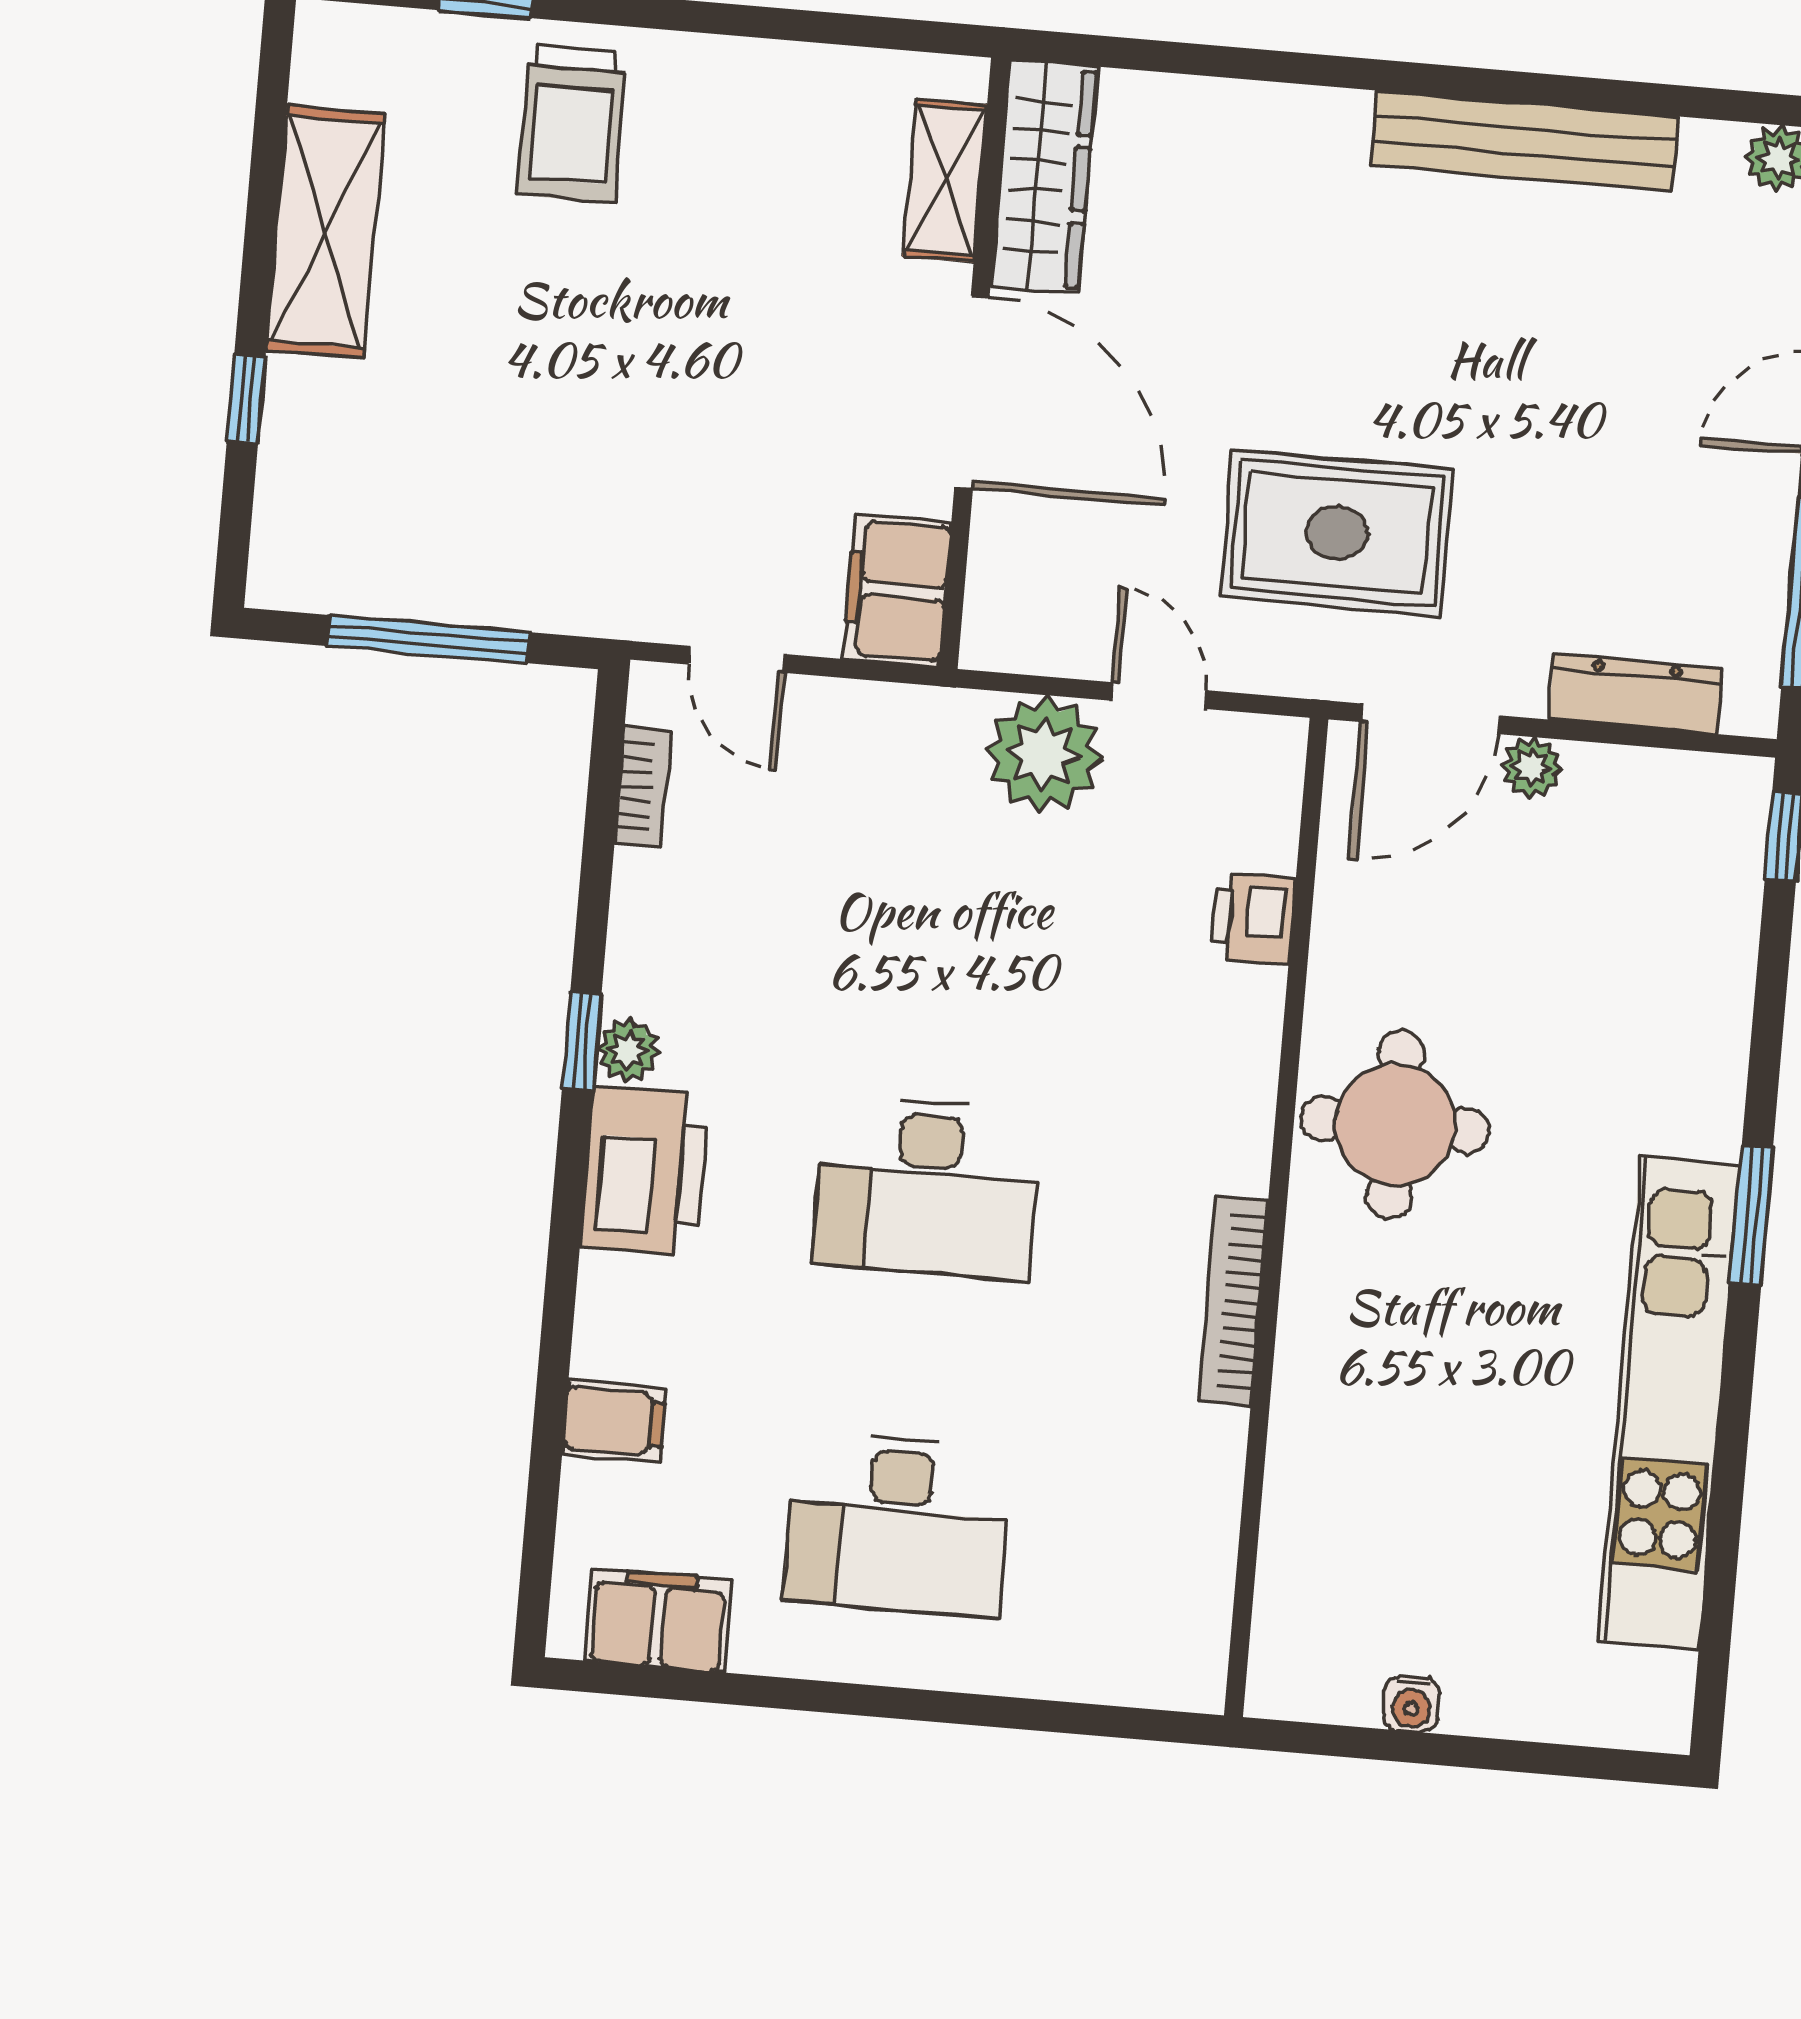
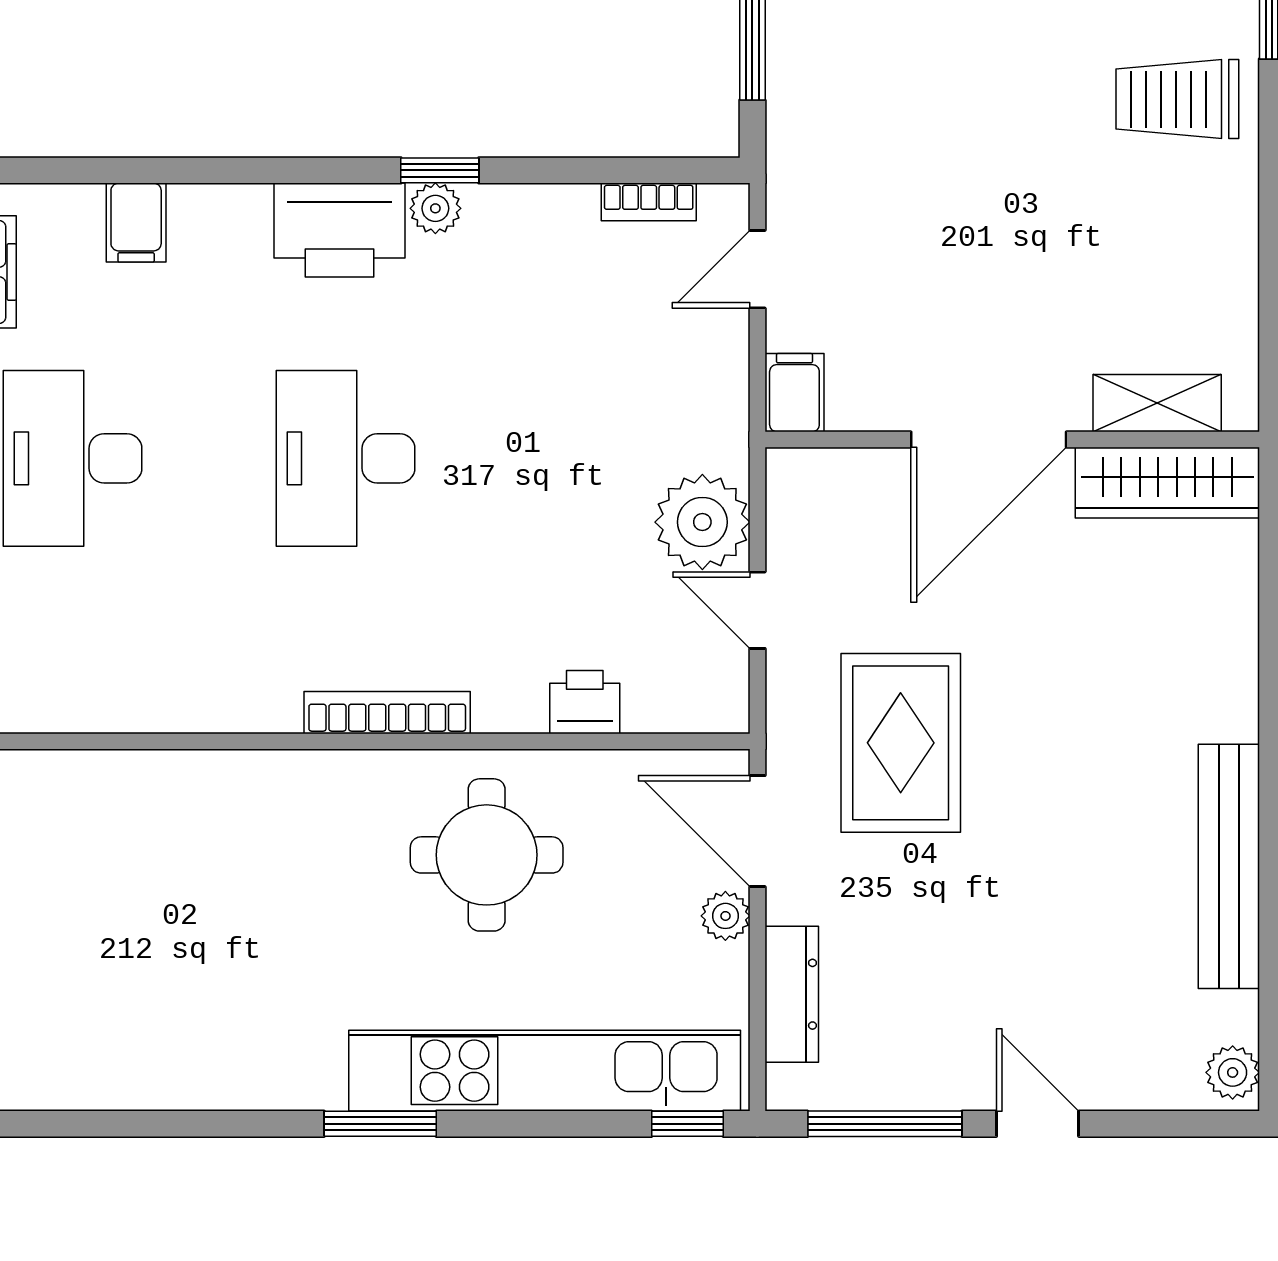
filing cabinet: (897, 591) -> (794, 393), width x0.50
door: (1158, 695) -> (757, 610), swing flipped
round table: (1395, 1125) -> (487, 855), moved
bookcase: (1233, 1301) -> (387, 713), moved
kitchen unit: (1670, 1403) -> (545, 1071), moved

